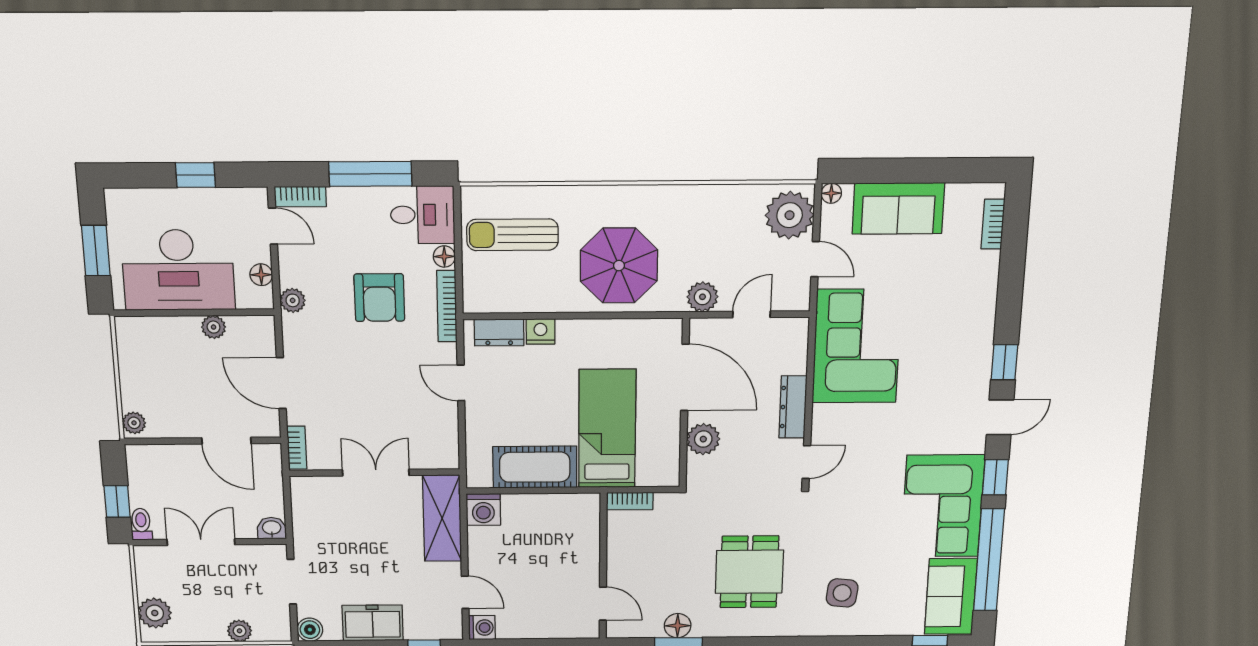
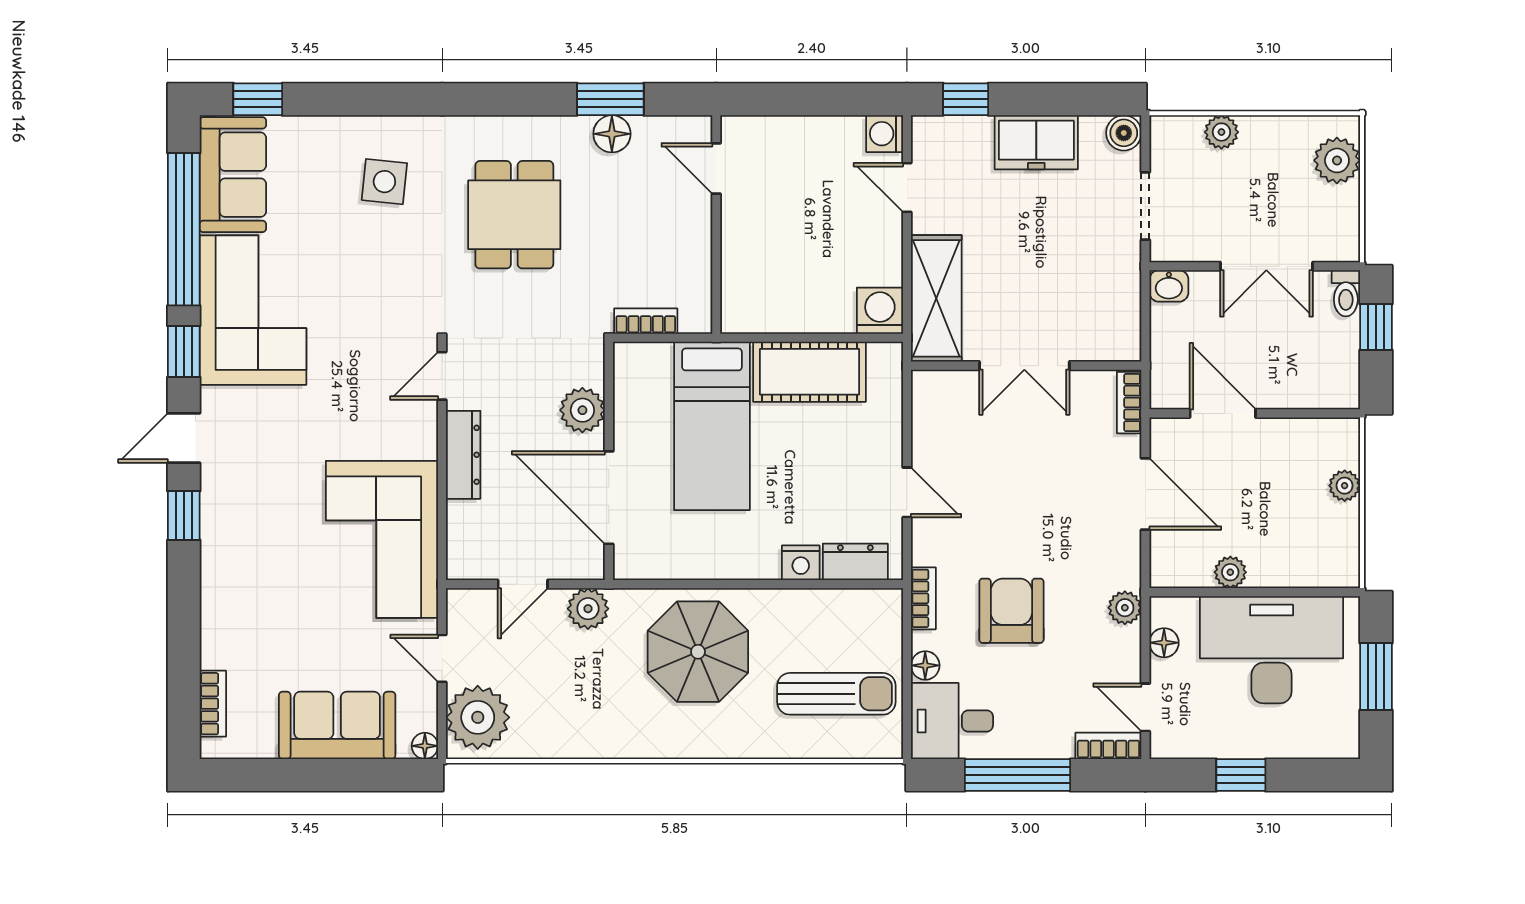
bookcase: (447, 306) -> (923, 598), width x0.64
plant: (134, 423) -> (1345, 486), moved
bookcase: (630, 501) -> (646, 321), moved

